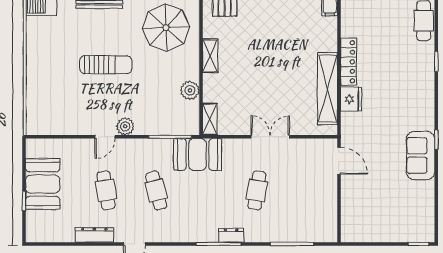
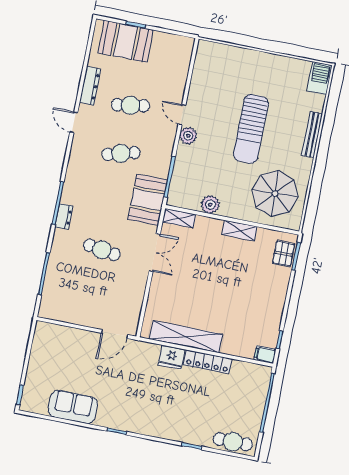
sun lounger: (106, 65) -> (251, 129), width x1.36, depth x1.34
double door: (270, 137) -> (155, 253), moved
sofa: (421, 155) -> (73, 407), moved
booth: (43, 184) -> (125, 41), moved

